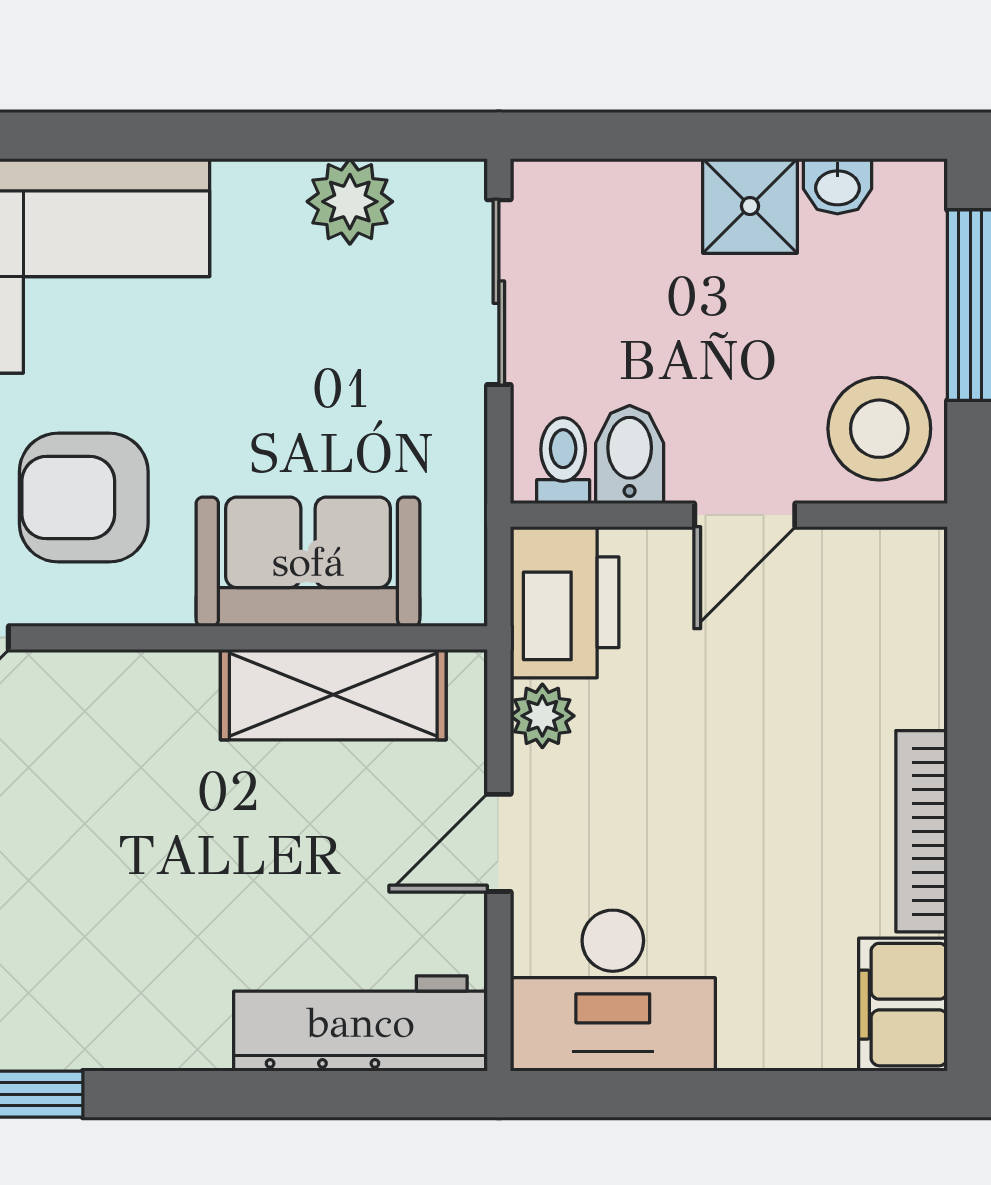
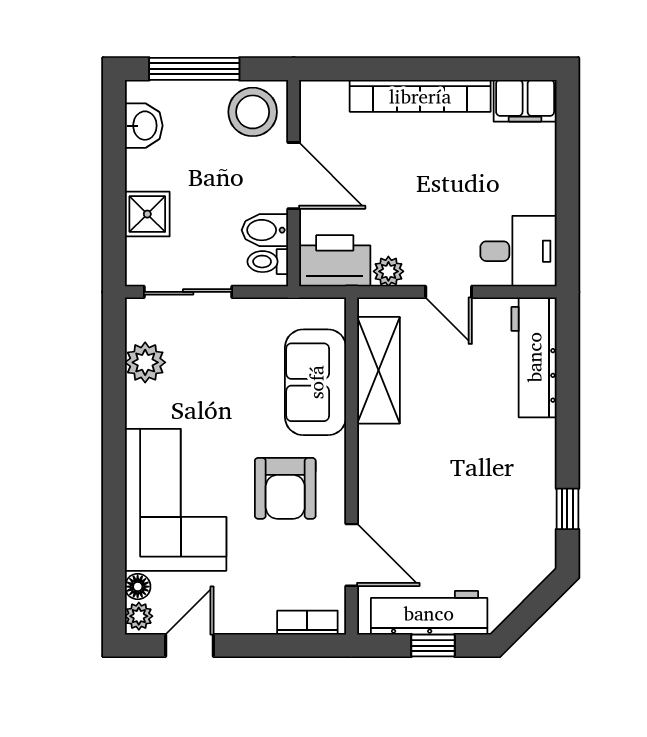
washbasin: (837, 186) -> (144, 126), width x1.38, depth x1.45
shower: (750, 206) -> (147, 214), moved
door: (745, 515) -> (294, 176), width x1.38
bookcase: (922, 831) -> (420, 96), width x1.48, depth x1.31
desk: (613, 991) -> (518, 251), width x0.73

